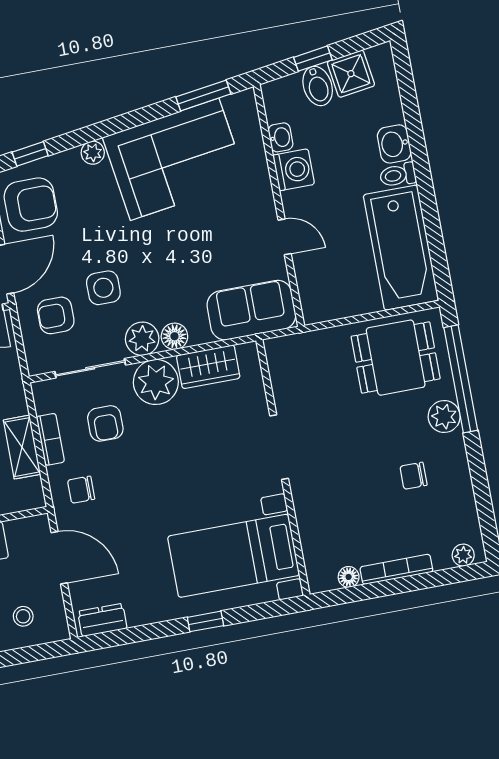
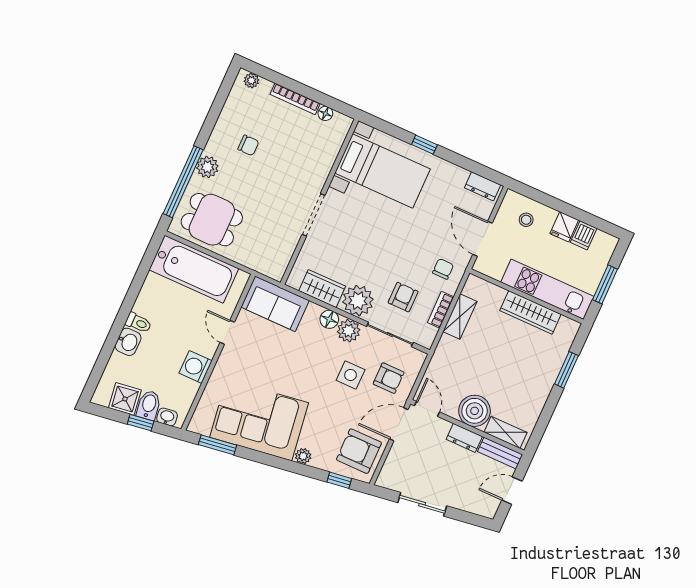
washbasin: (280, 137) -> (167, 417), moved, turned 82
bathtub: (401, 248) -> (194, 269), moved, turned 90
chair: (81, 490) -> (443, 269), turned -90

